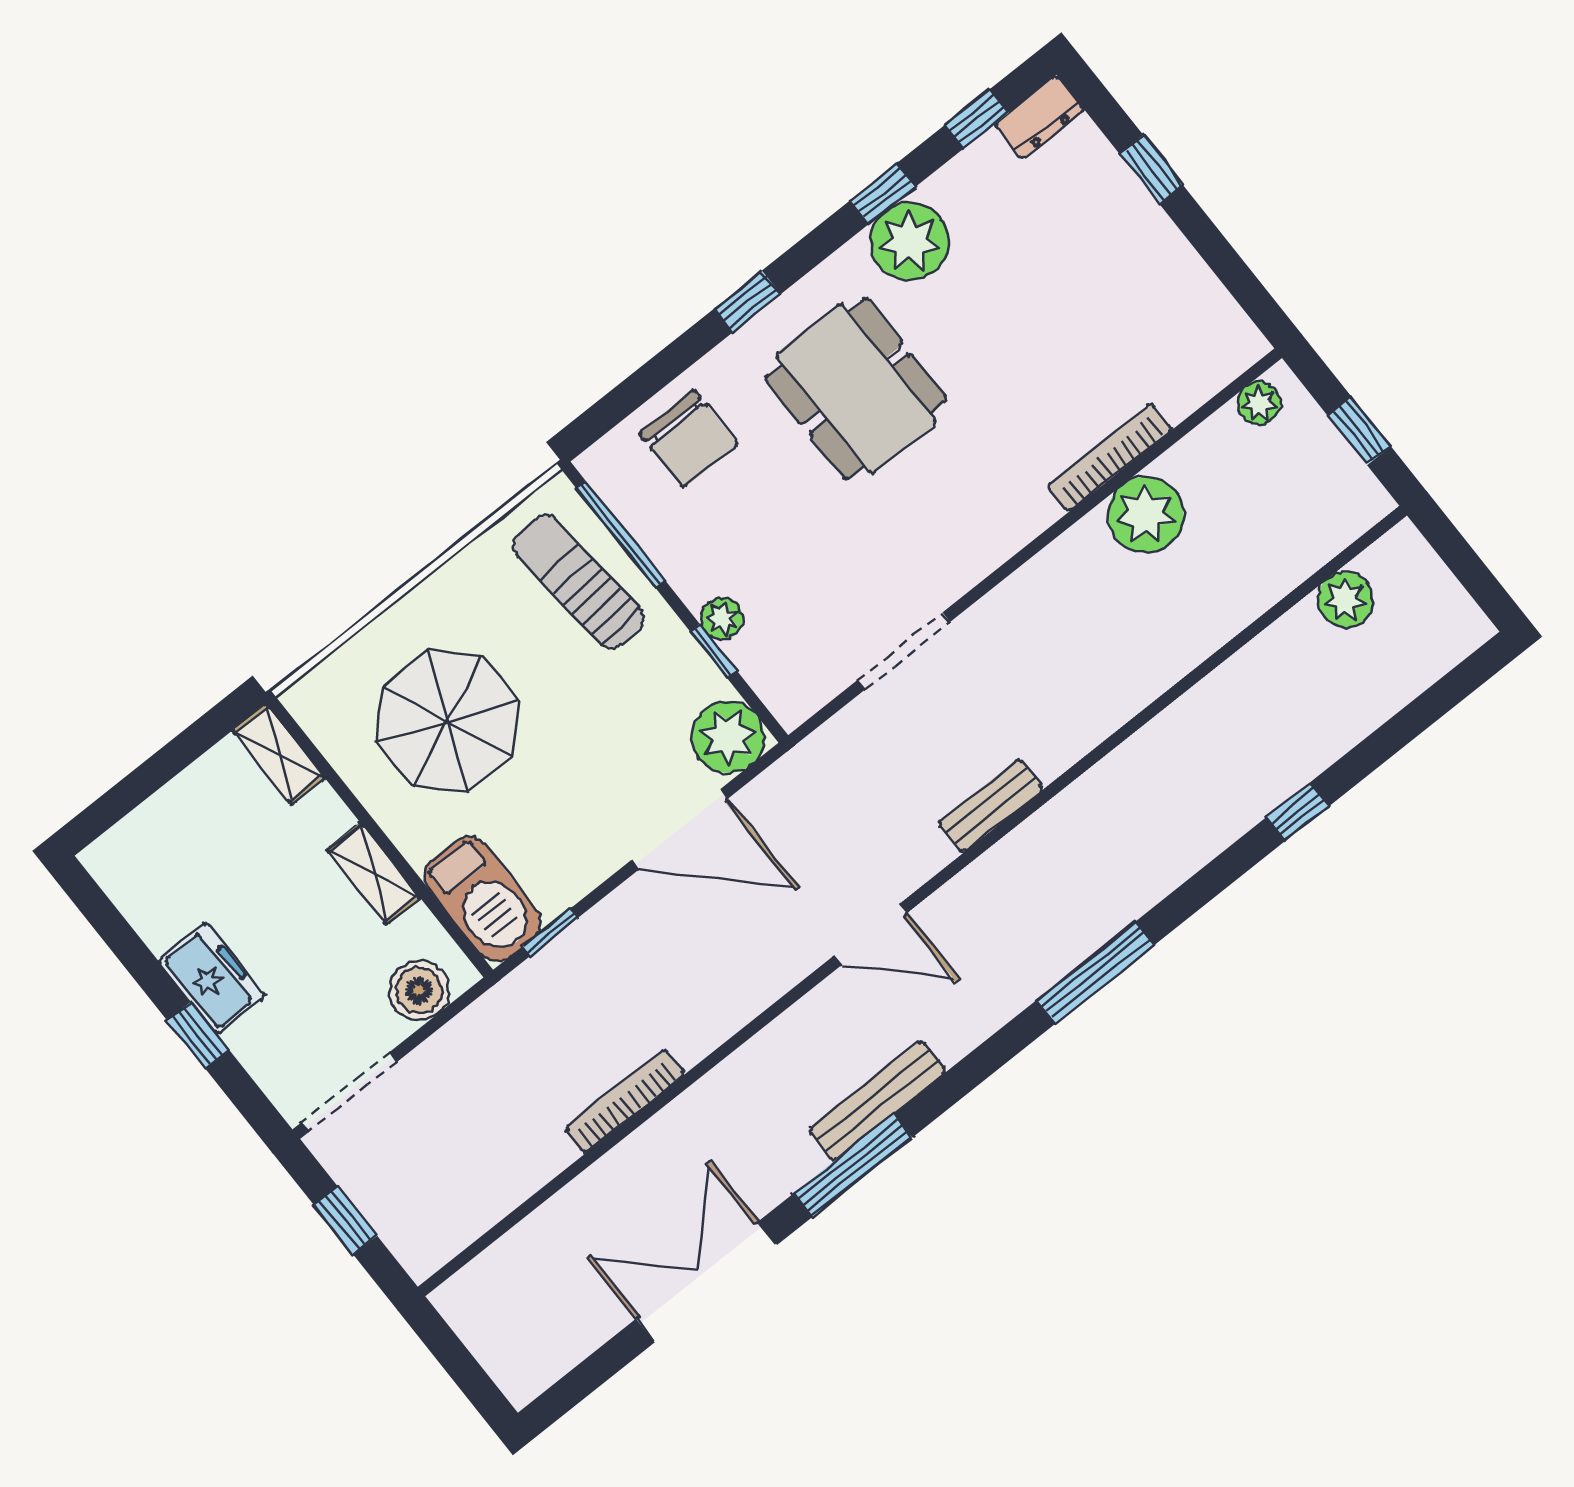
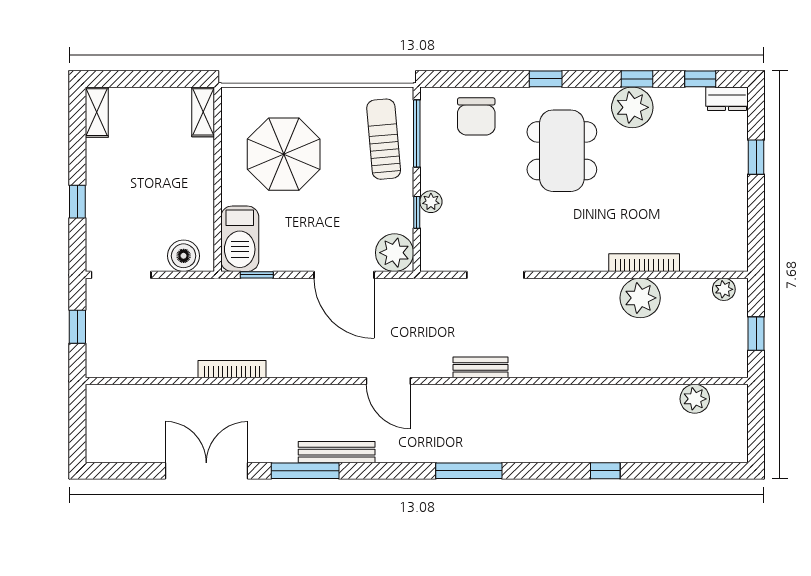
shelving: (374, 874) -> (97, 112), moved
freezer: (212, 978) -> (102, 183), removed

